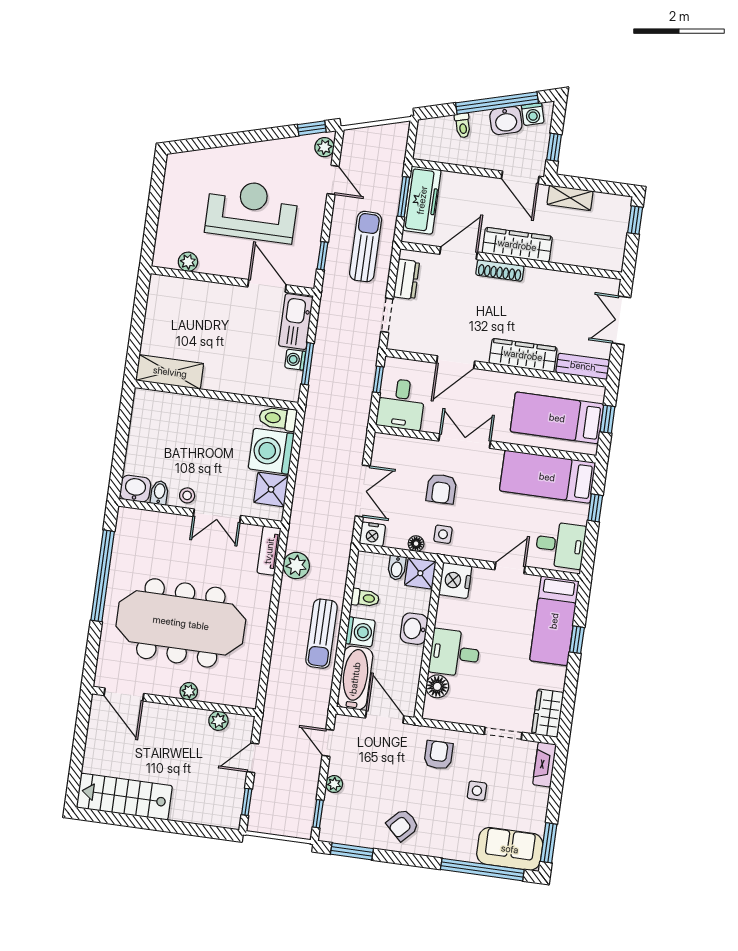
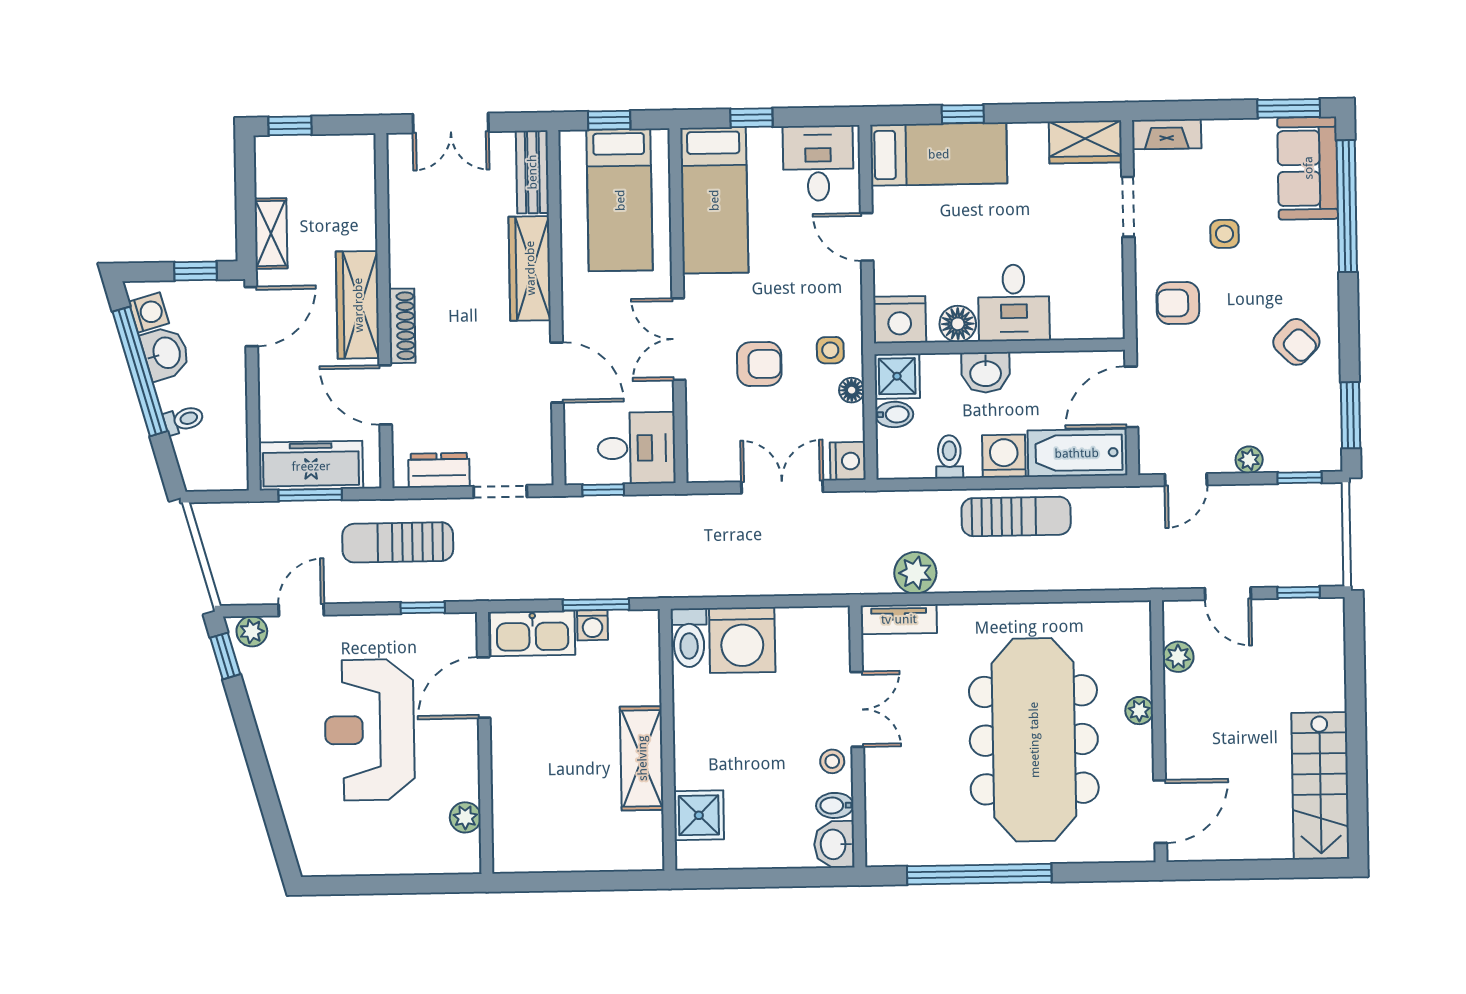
shelving: (170, 372) -> (642, 758), moved
shower: (271, 489) -> (699, 815), moved
floor lamp: (437, 686) -> (958, 324), moved

